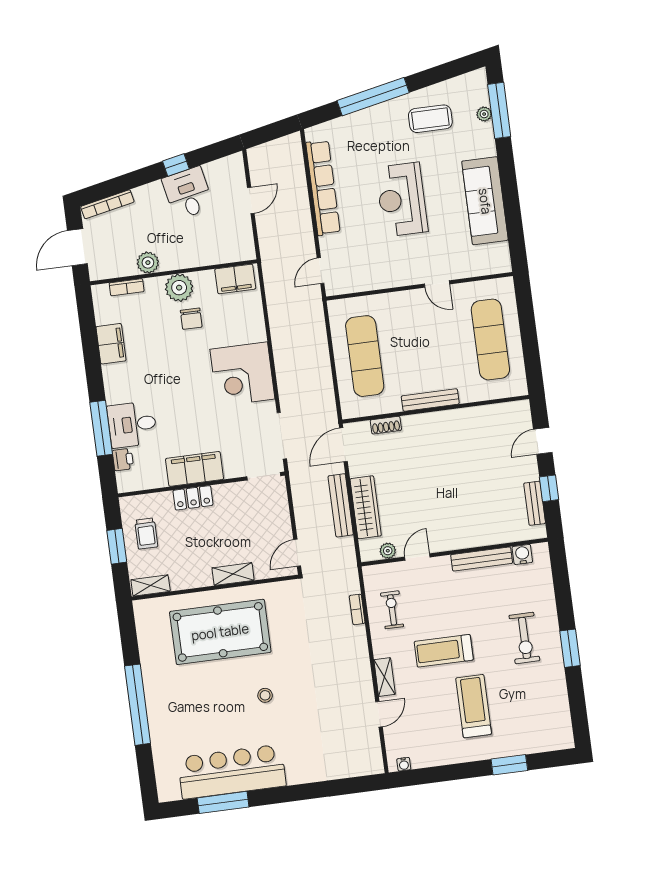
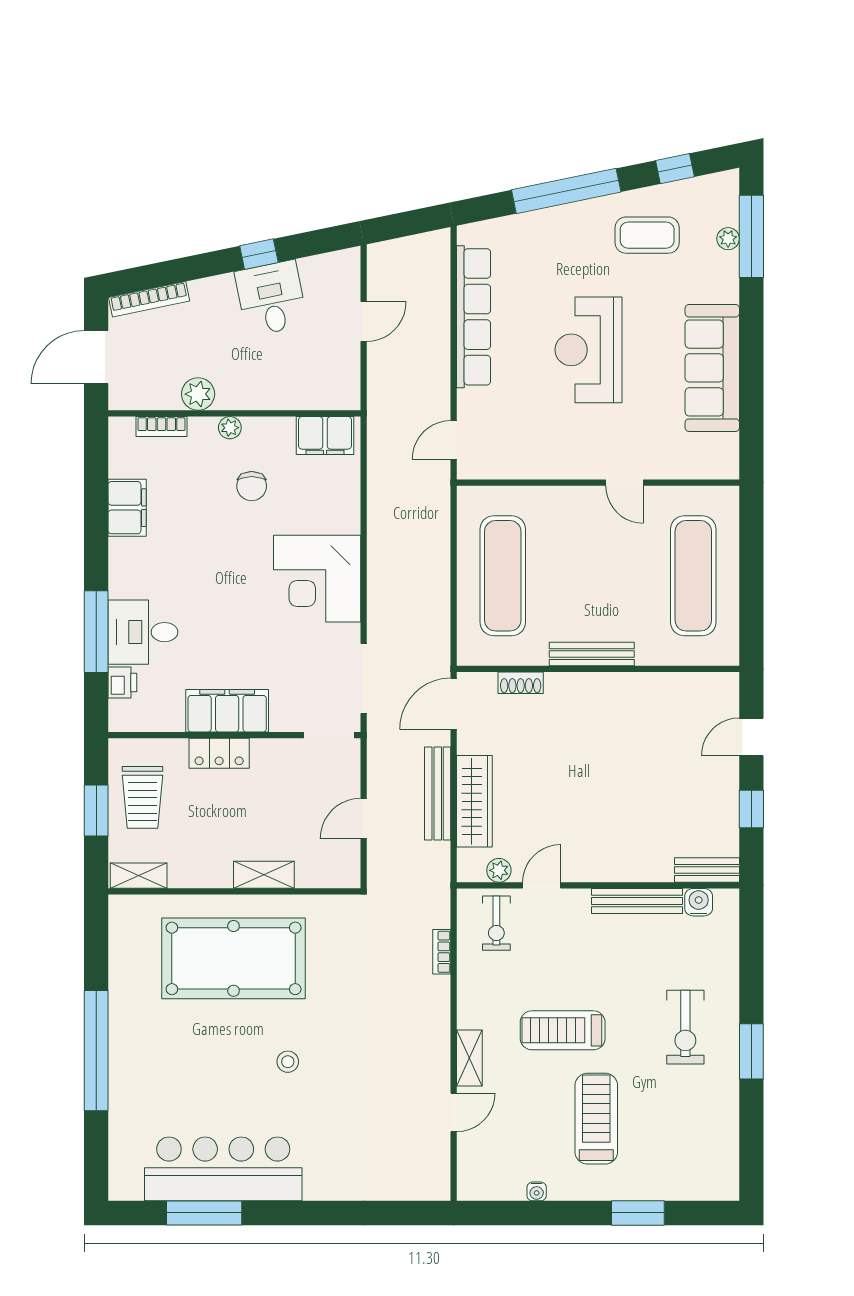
window: (443, 72) -> (675, 169), added
plant: (179, 288) -> (230, 428), width x0.53, depth x0.53
bench: (535, 503) -> (707, 870), moved, turned 90
trolley: (146, 534) -> (142, 797), width x1.36, depth x1.39
door: (297, 553) -> (364, 819), moved
exercise bike: (392, 610) -> (496, 923), moved, turned 180
water cooler: (404, 764) -> (537, 1191), moved

